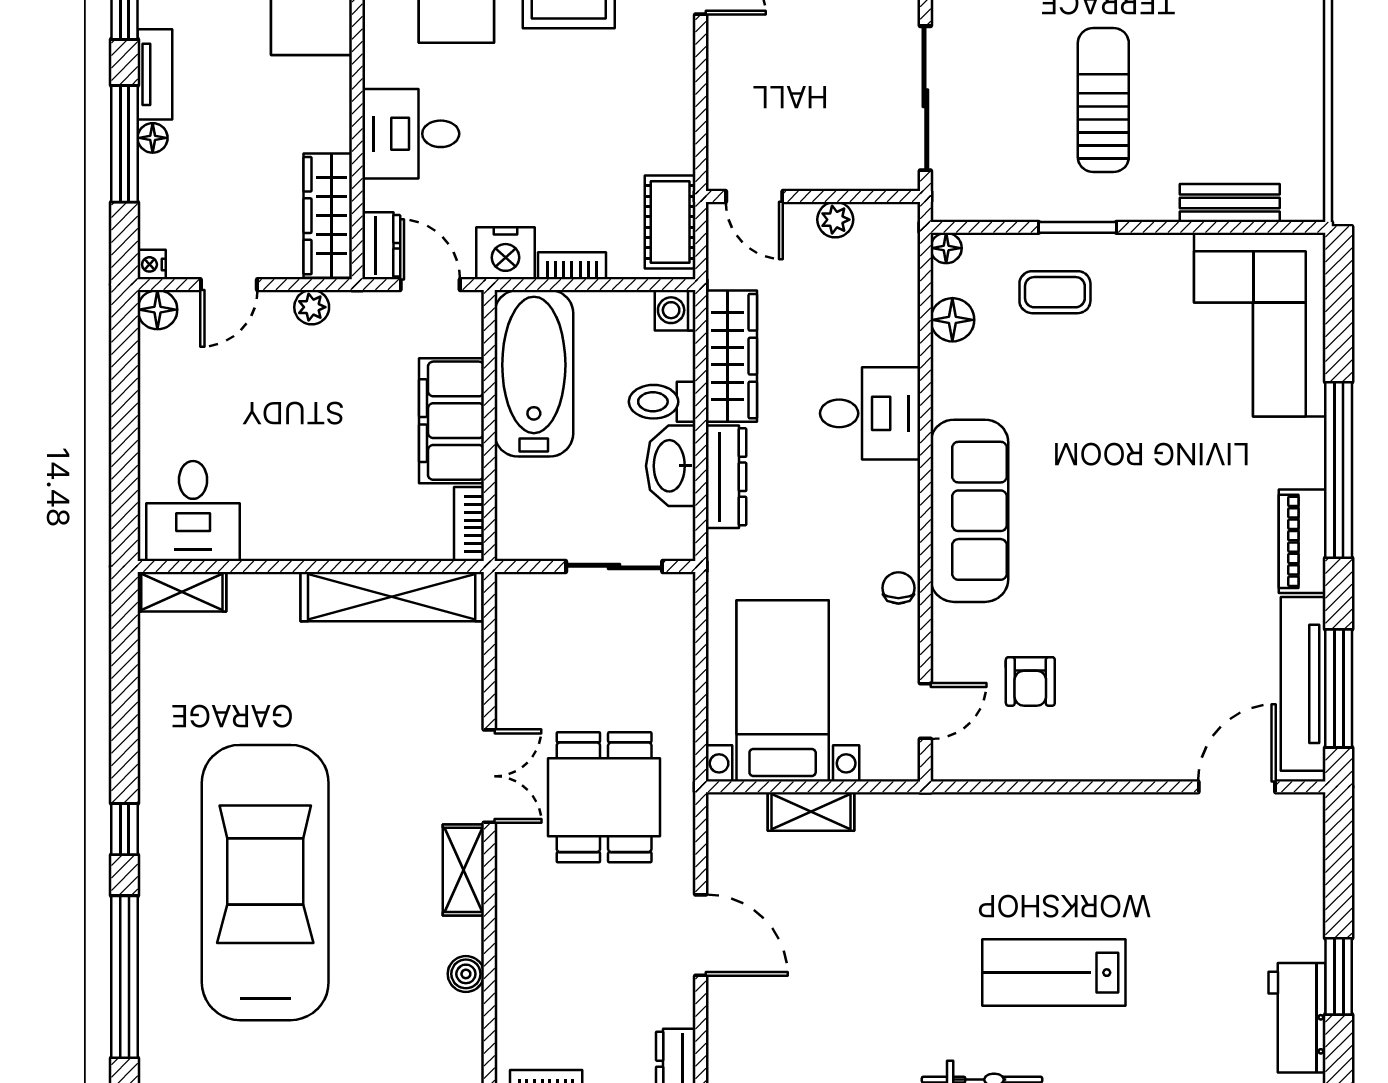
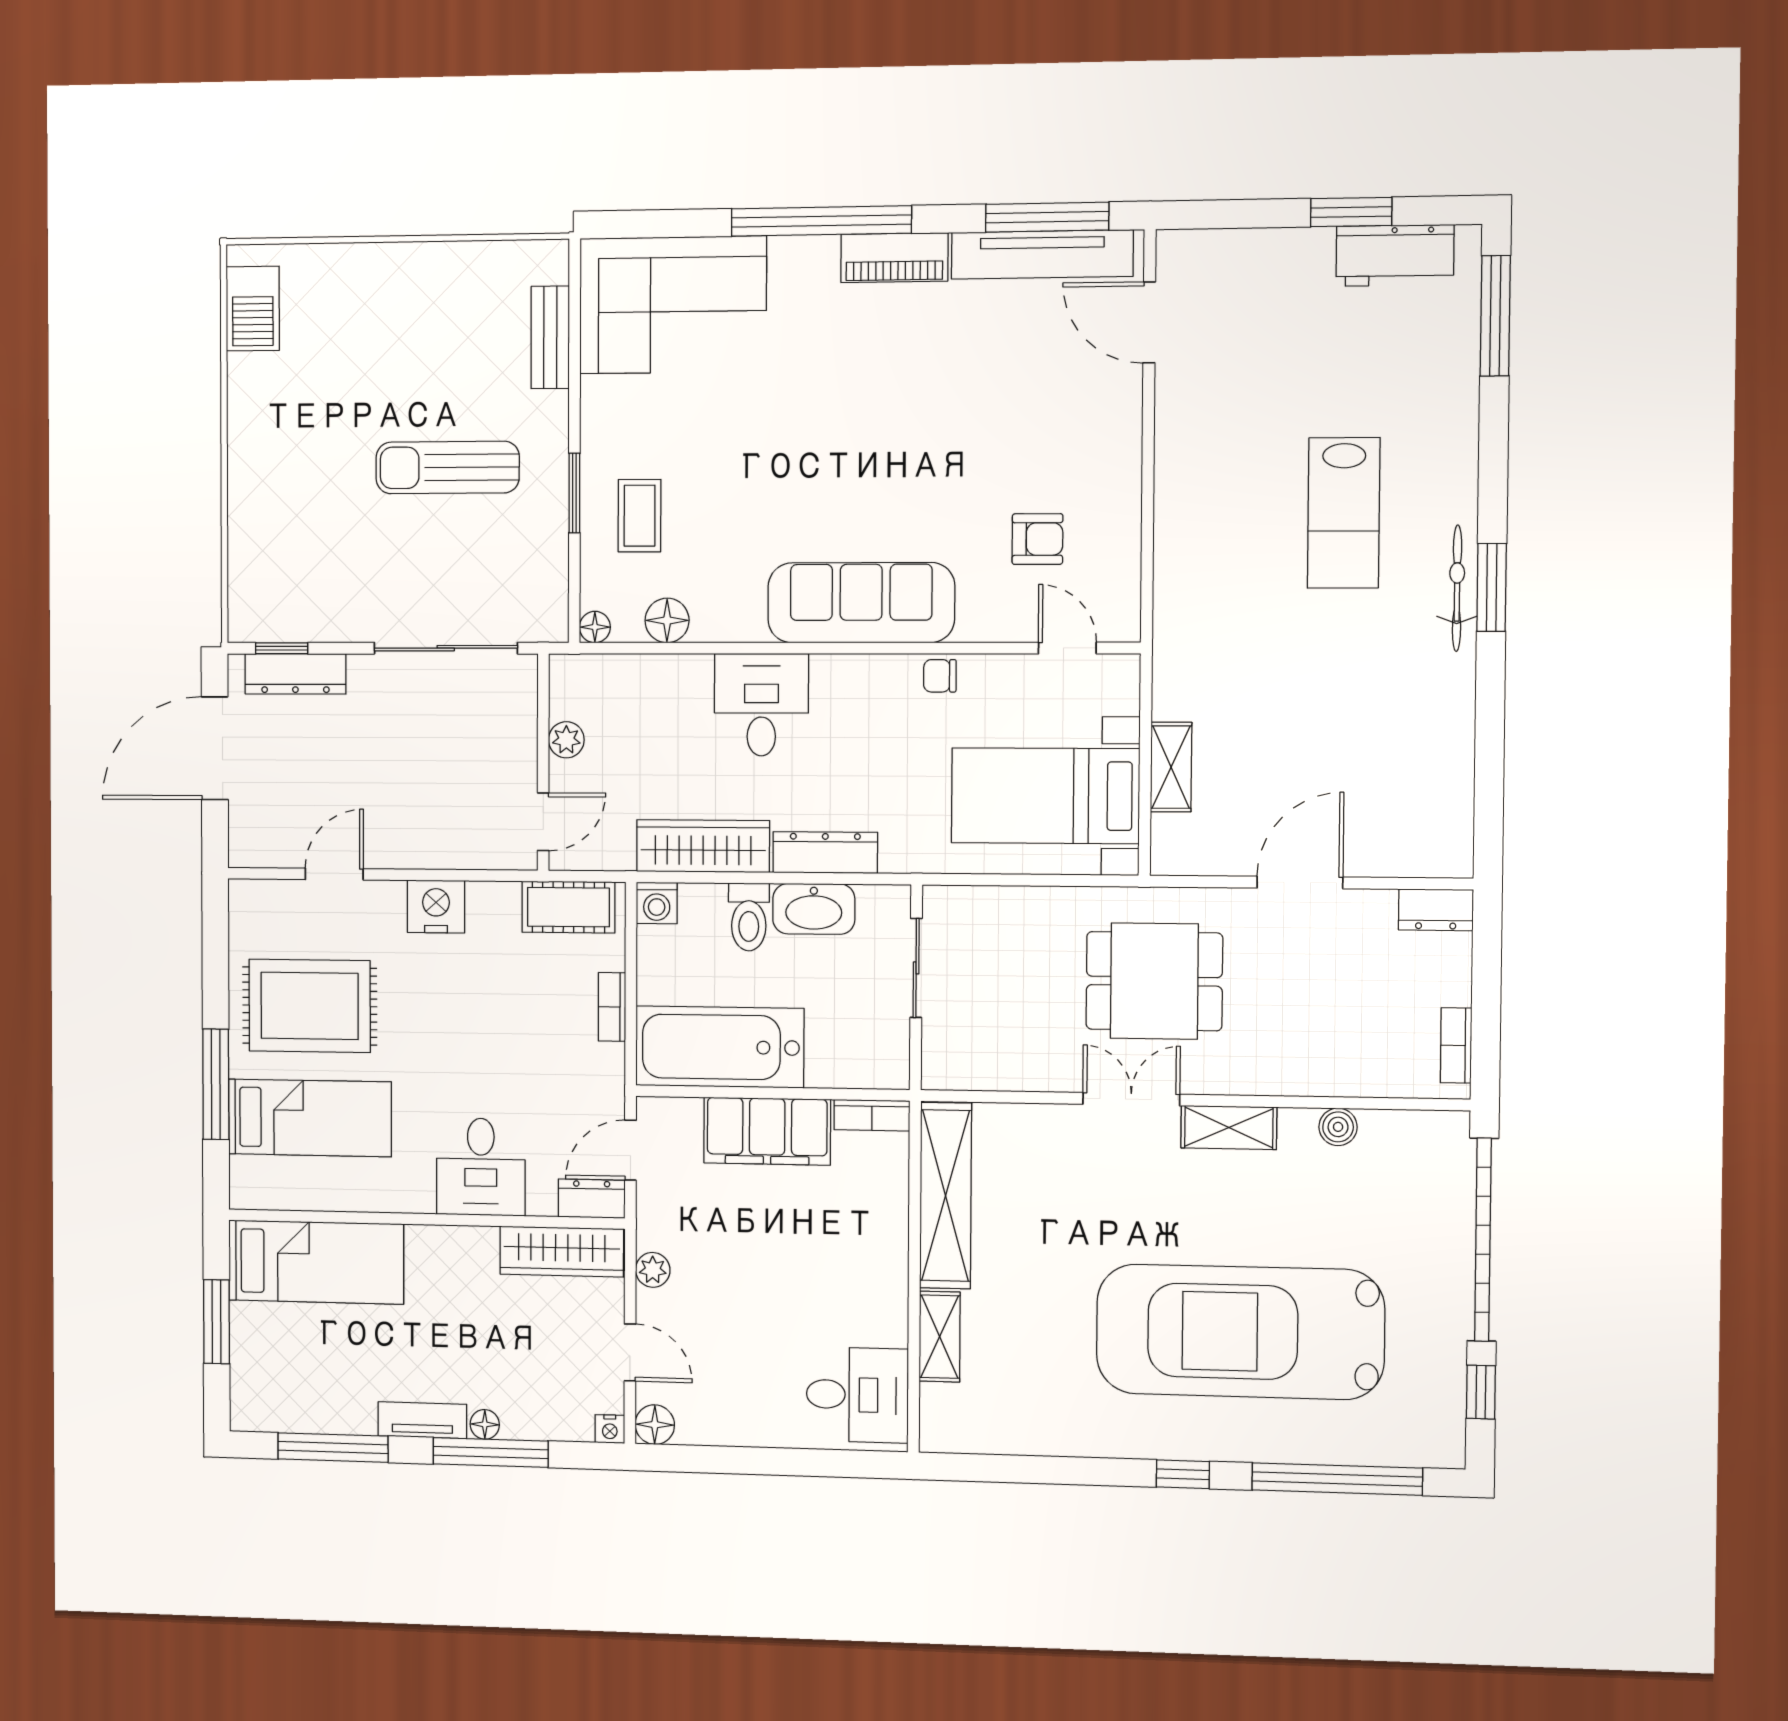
nightstand: (505, 253) -> (436, 907), moved, turned -90
shelving: (182, 592) -> (940, 1337), moved

